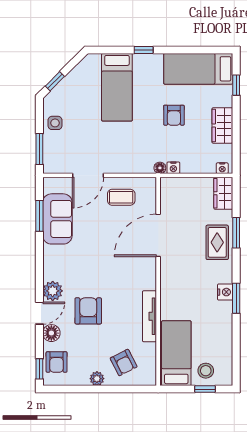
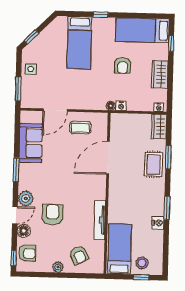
window: (39, 216) -> (16, 170), moved
nightstand: (225, 292) -> (158, 223), moved
armchair: (57, 362) -> (27, 253), turned -90

